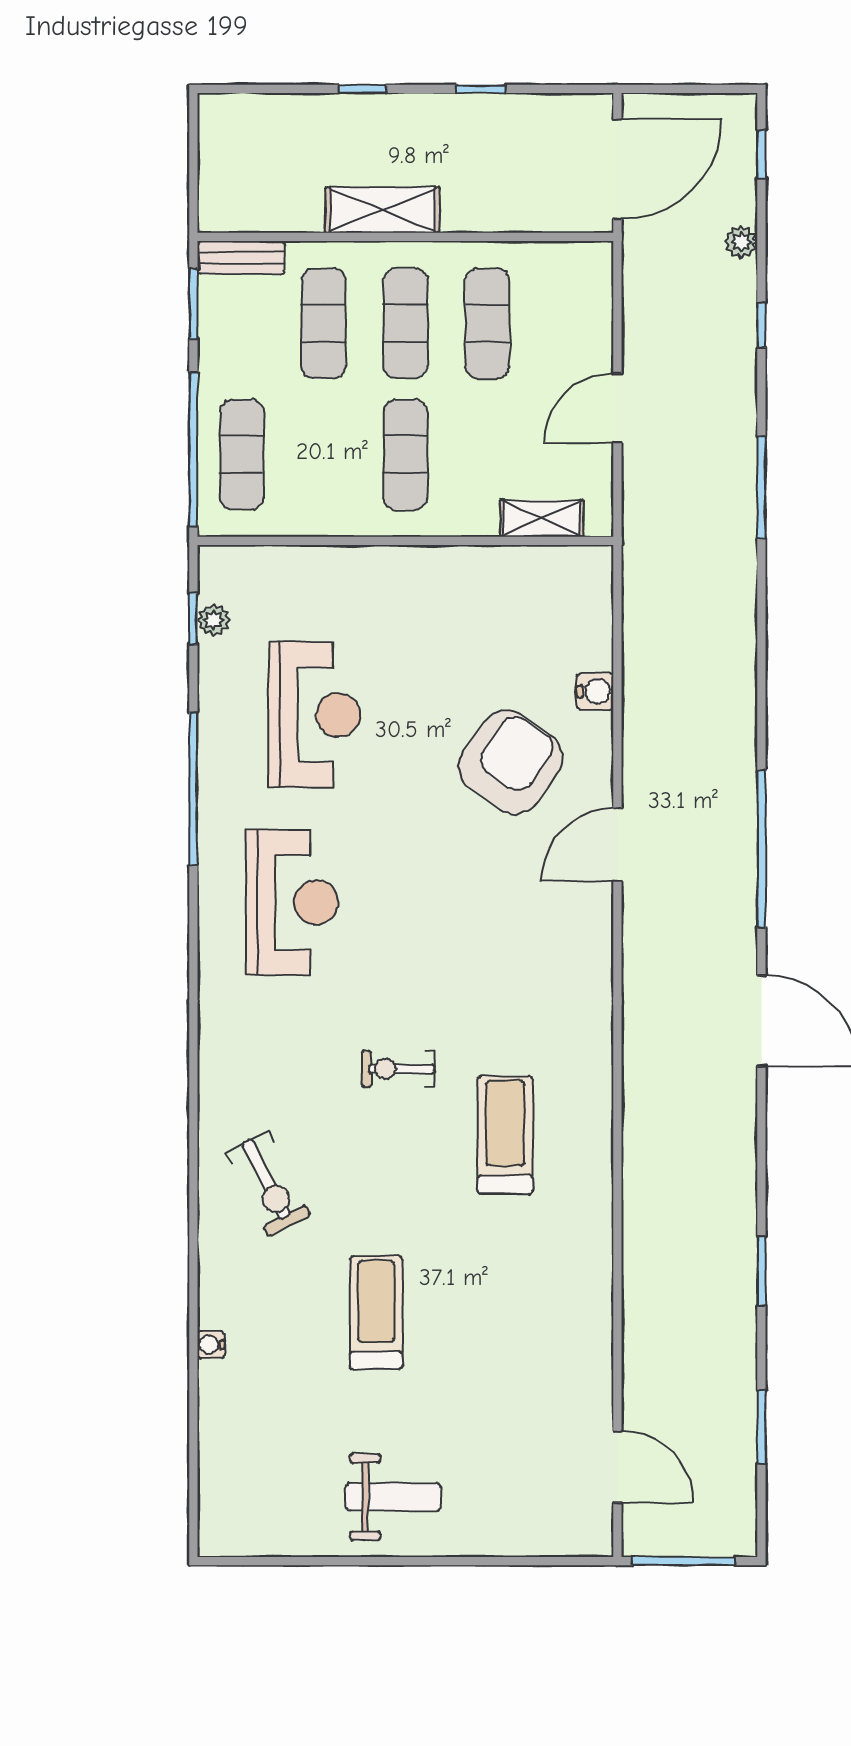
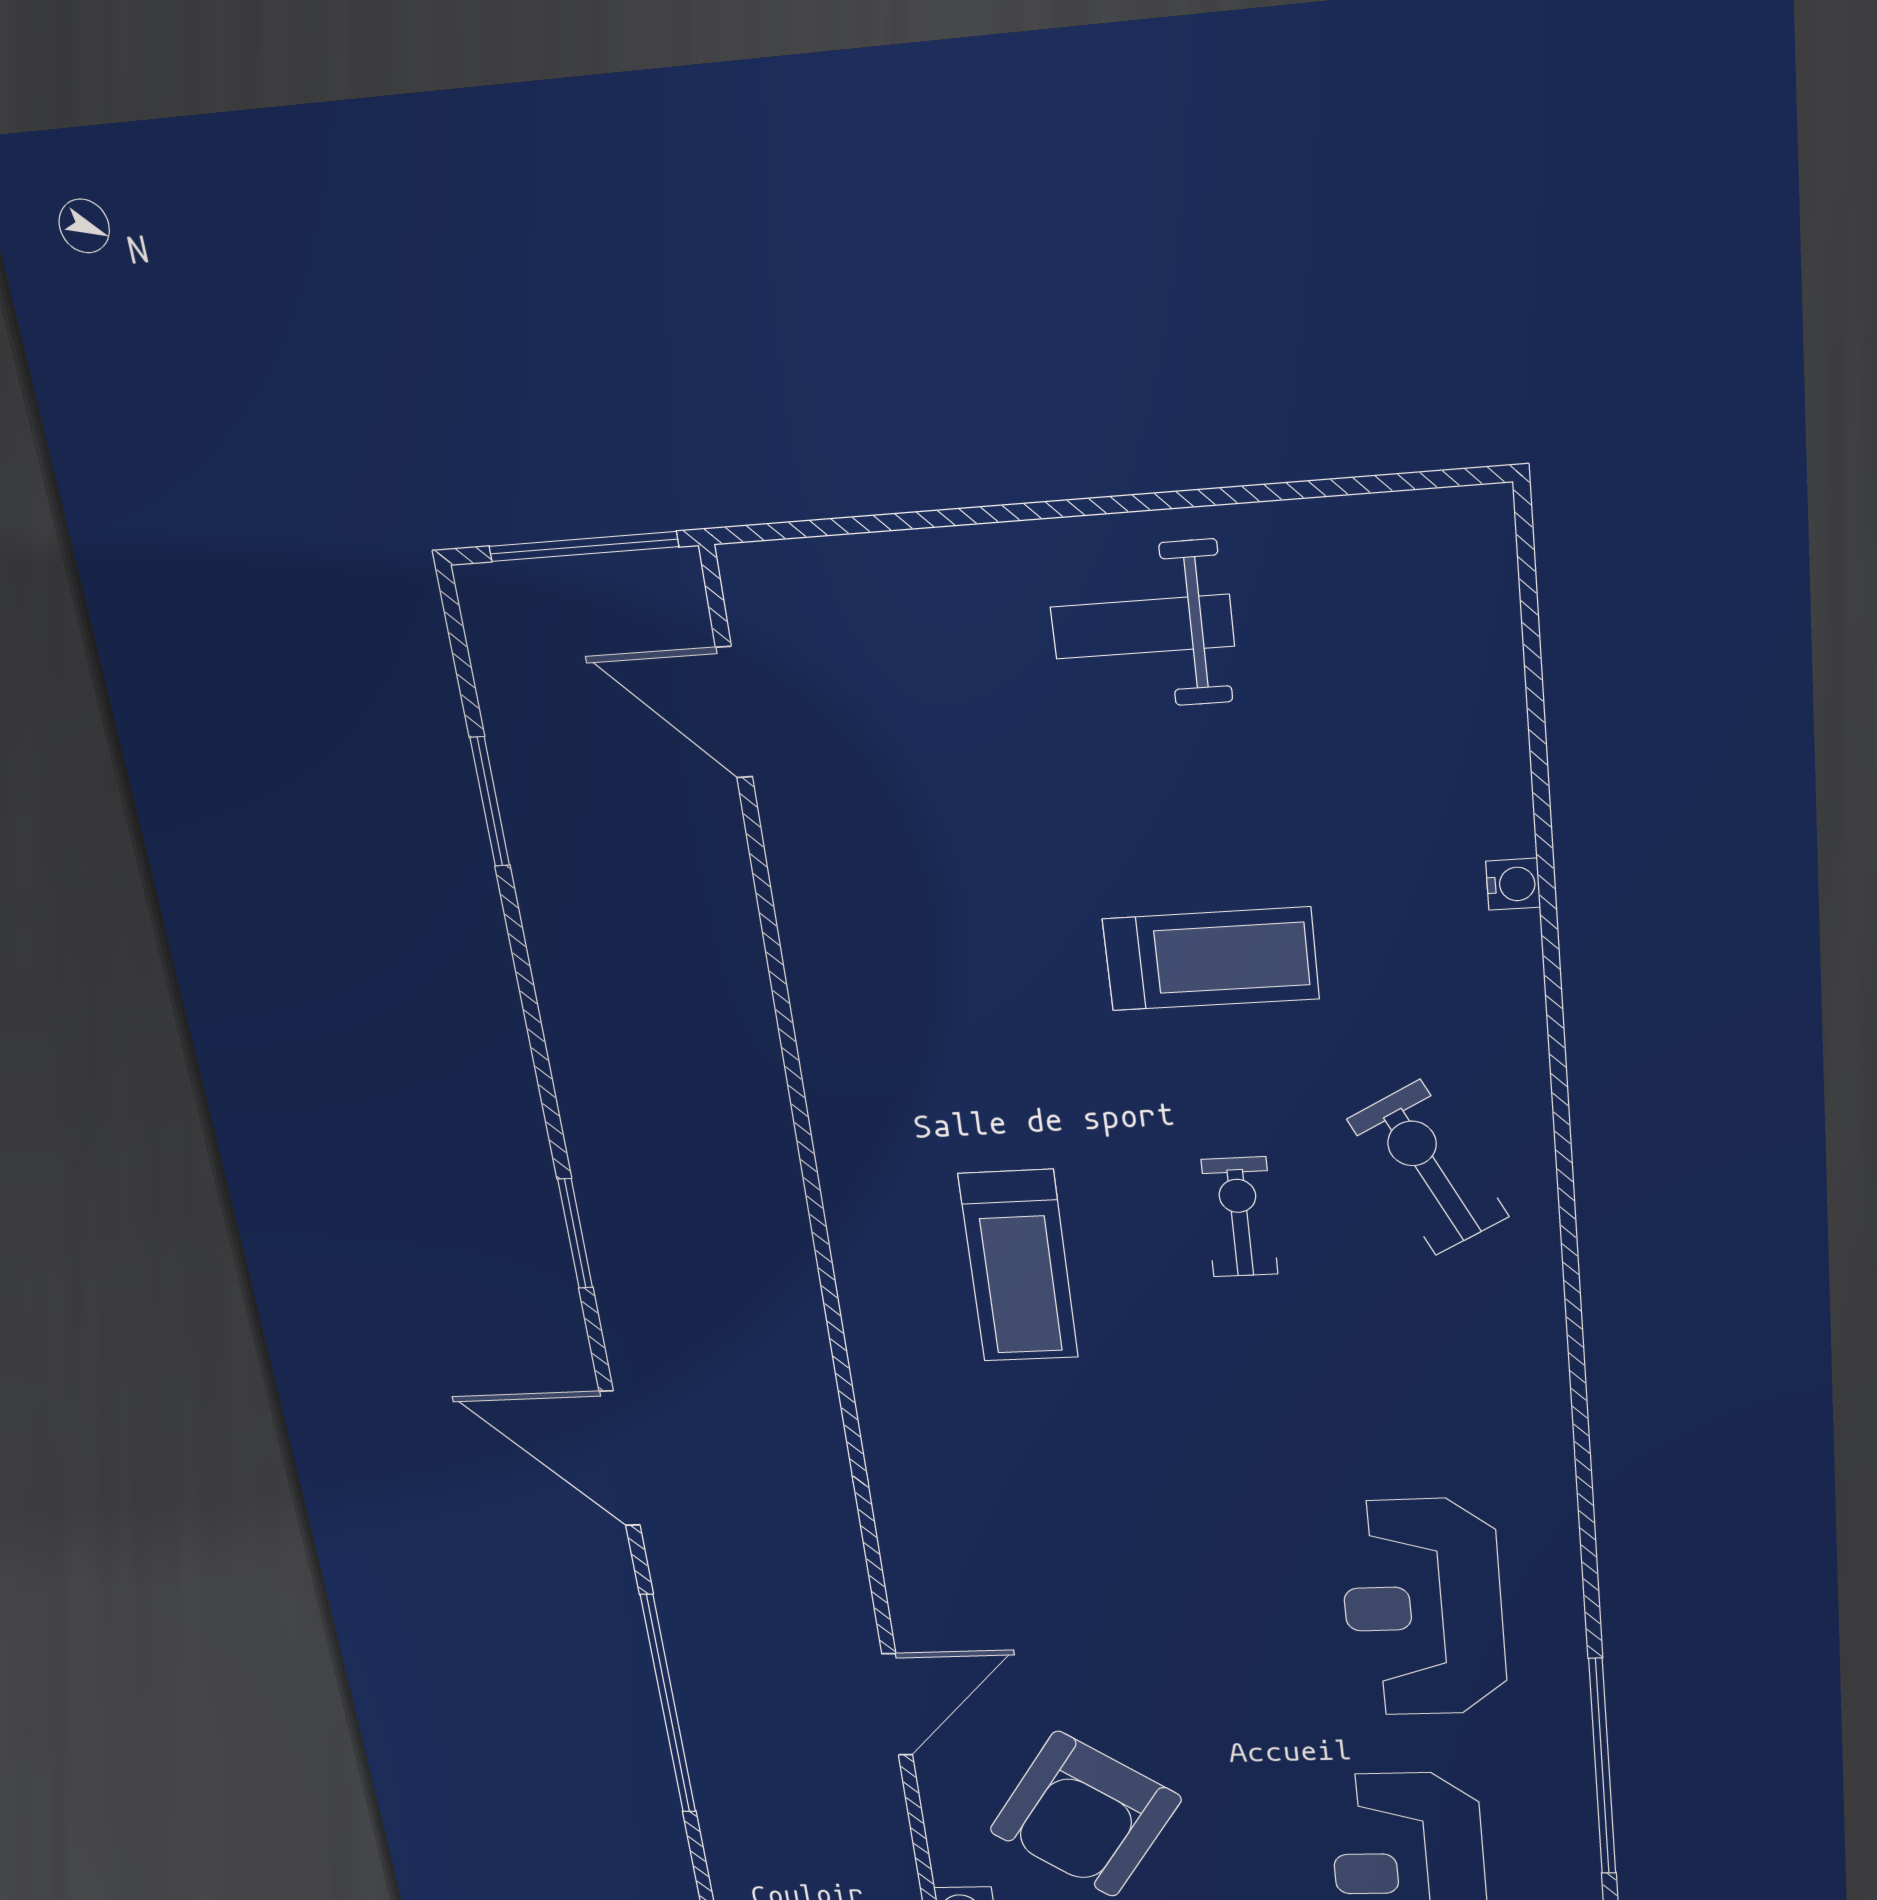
exercise bike: (398, 1069) -> (1240, 1217), moved, turned -90
window: (761, 1271) -> (575, 1234), moved
treadmill: (376, 1313) -> (1211, 959), turned -90

